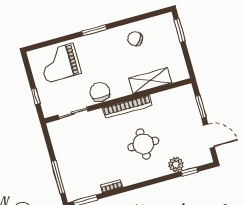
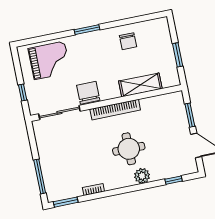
window: (180, 30) -> (178, 55), moved
chair: (135, 39) -> (128, 41), turned -126
grand piano: (60, 63) -> (49, 60), turned 180
sliding door: (73, 113) -> (59, 113), width x1.37
plant: (176, 165) -> (142, 176), moved

